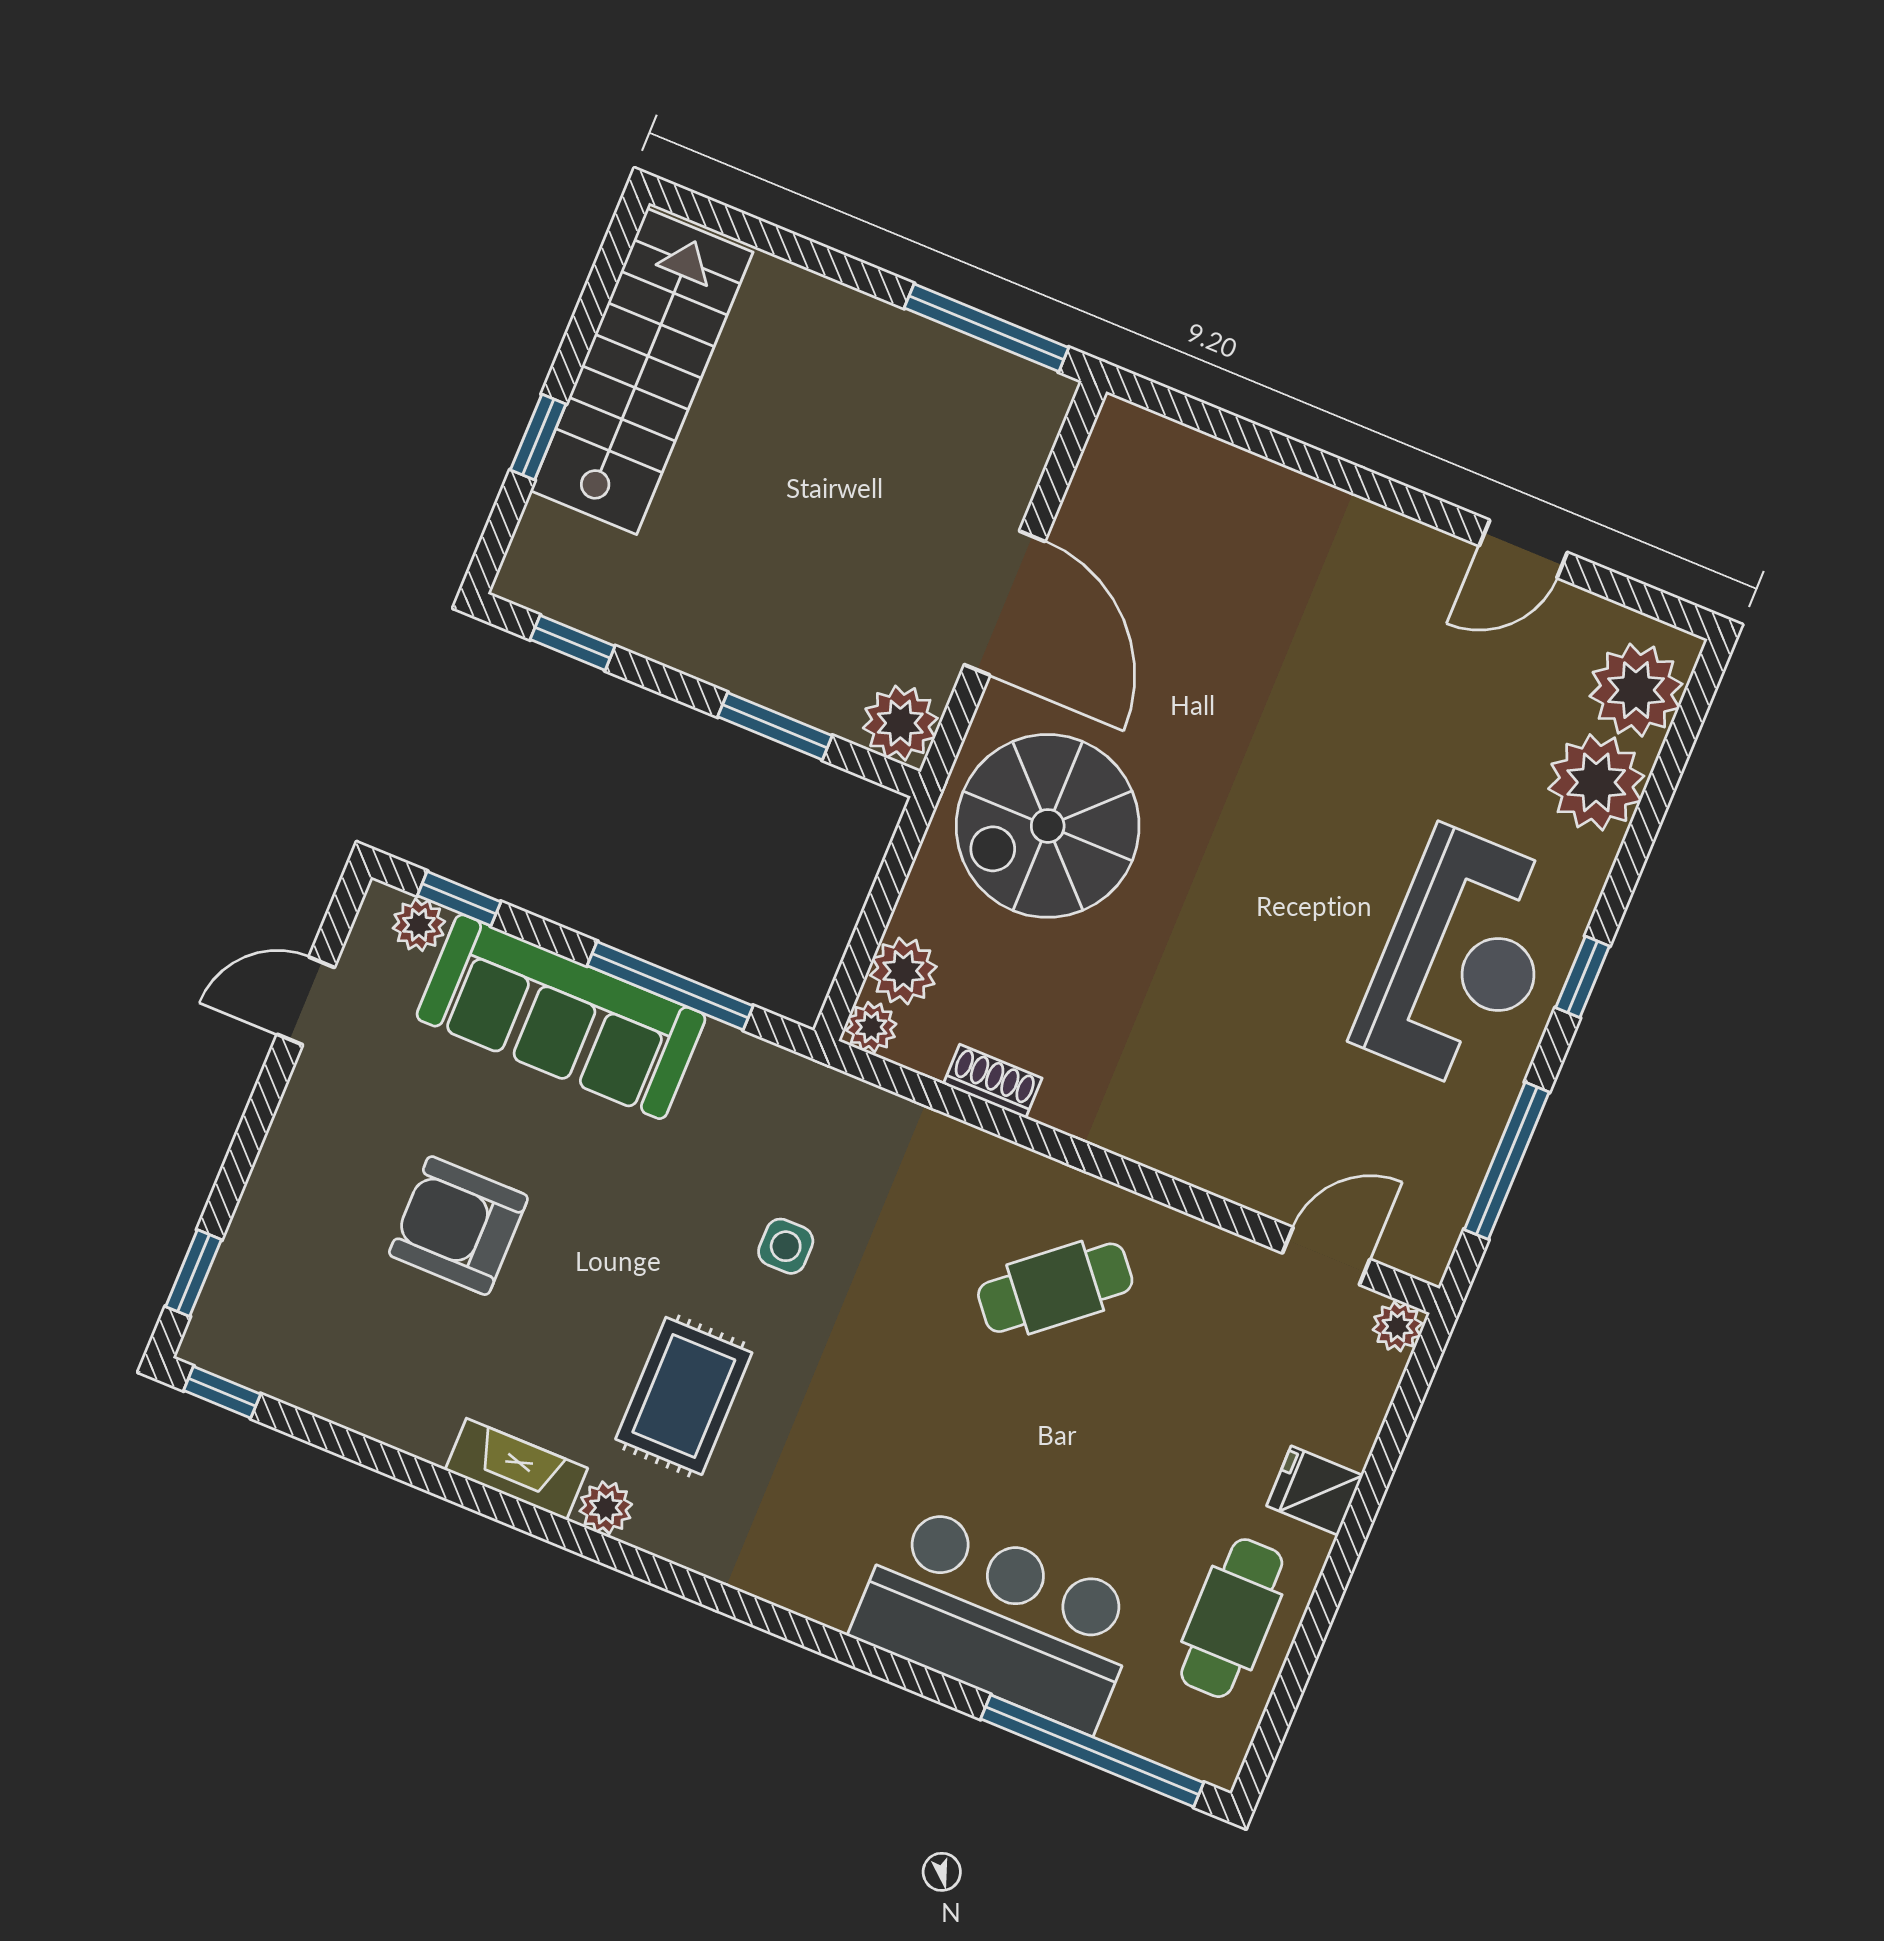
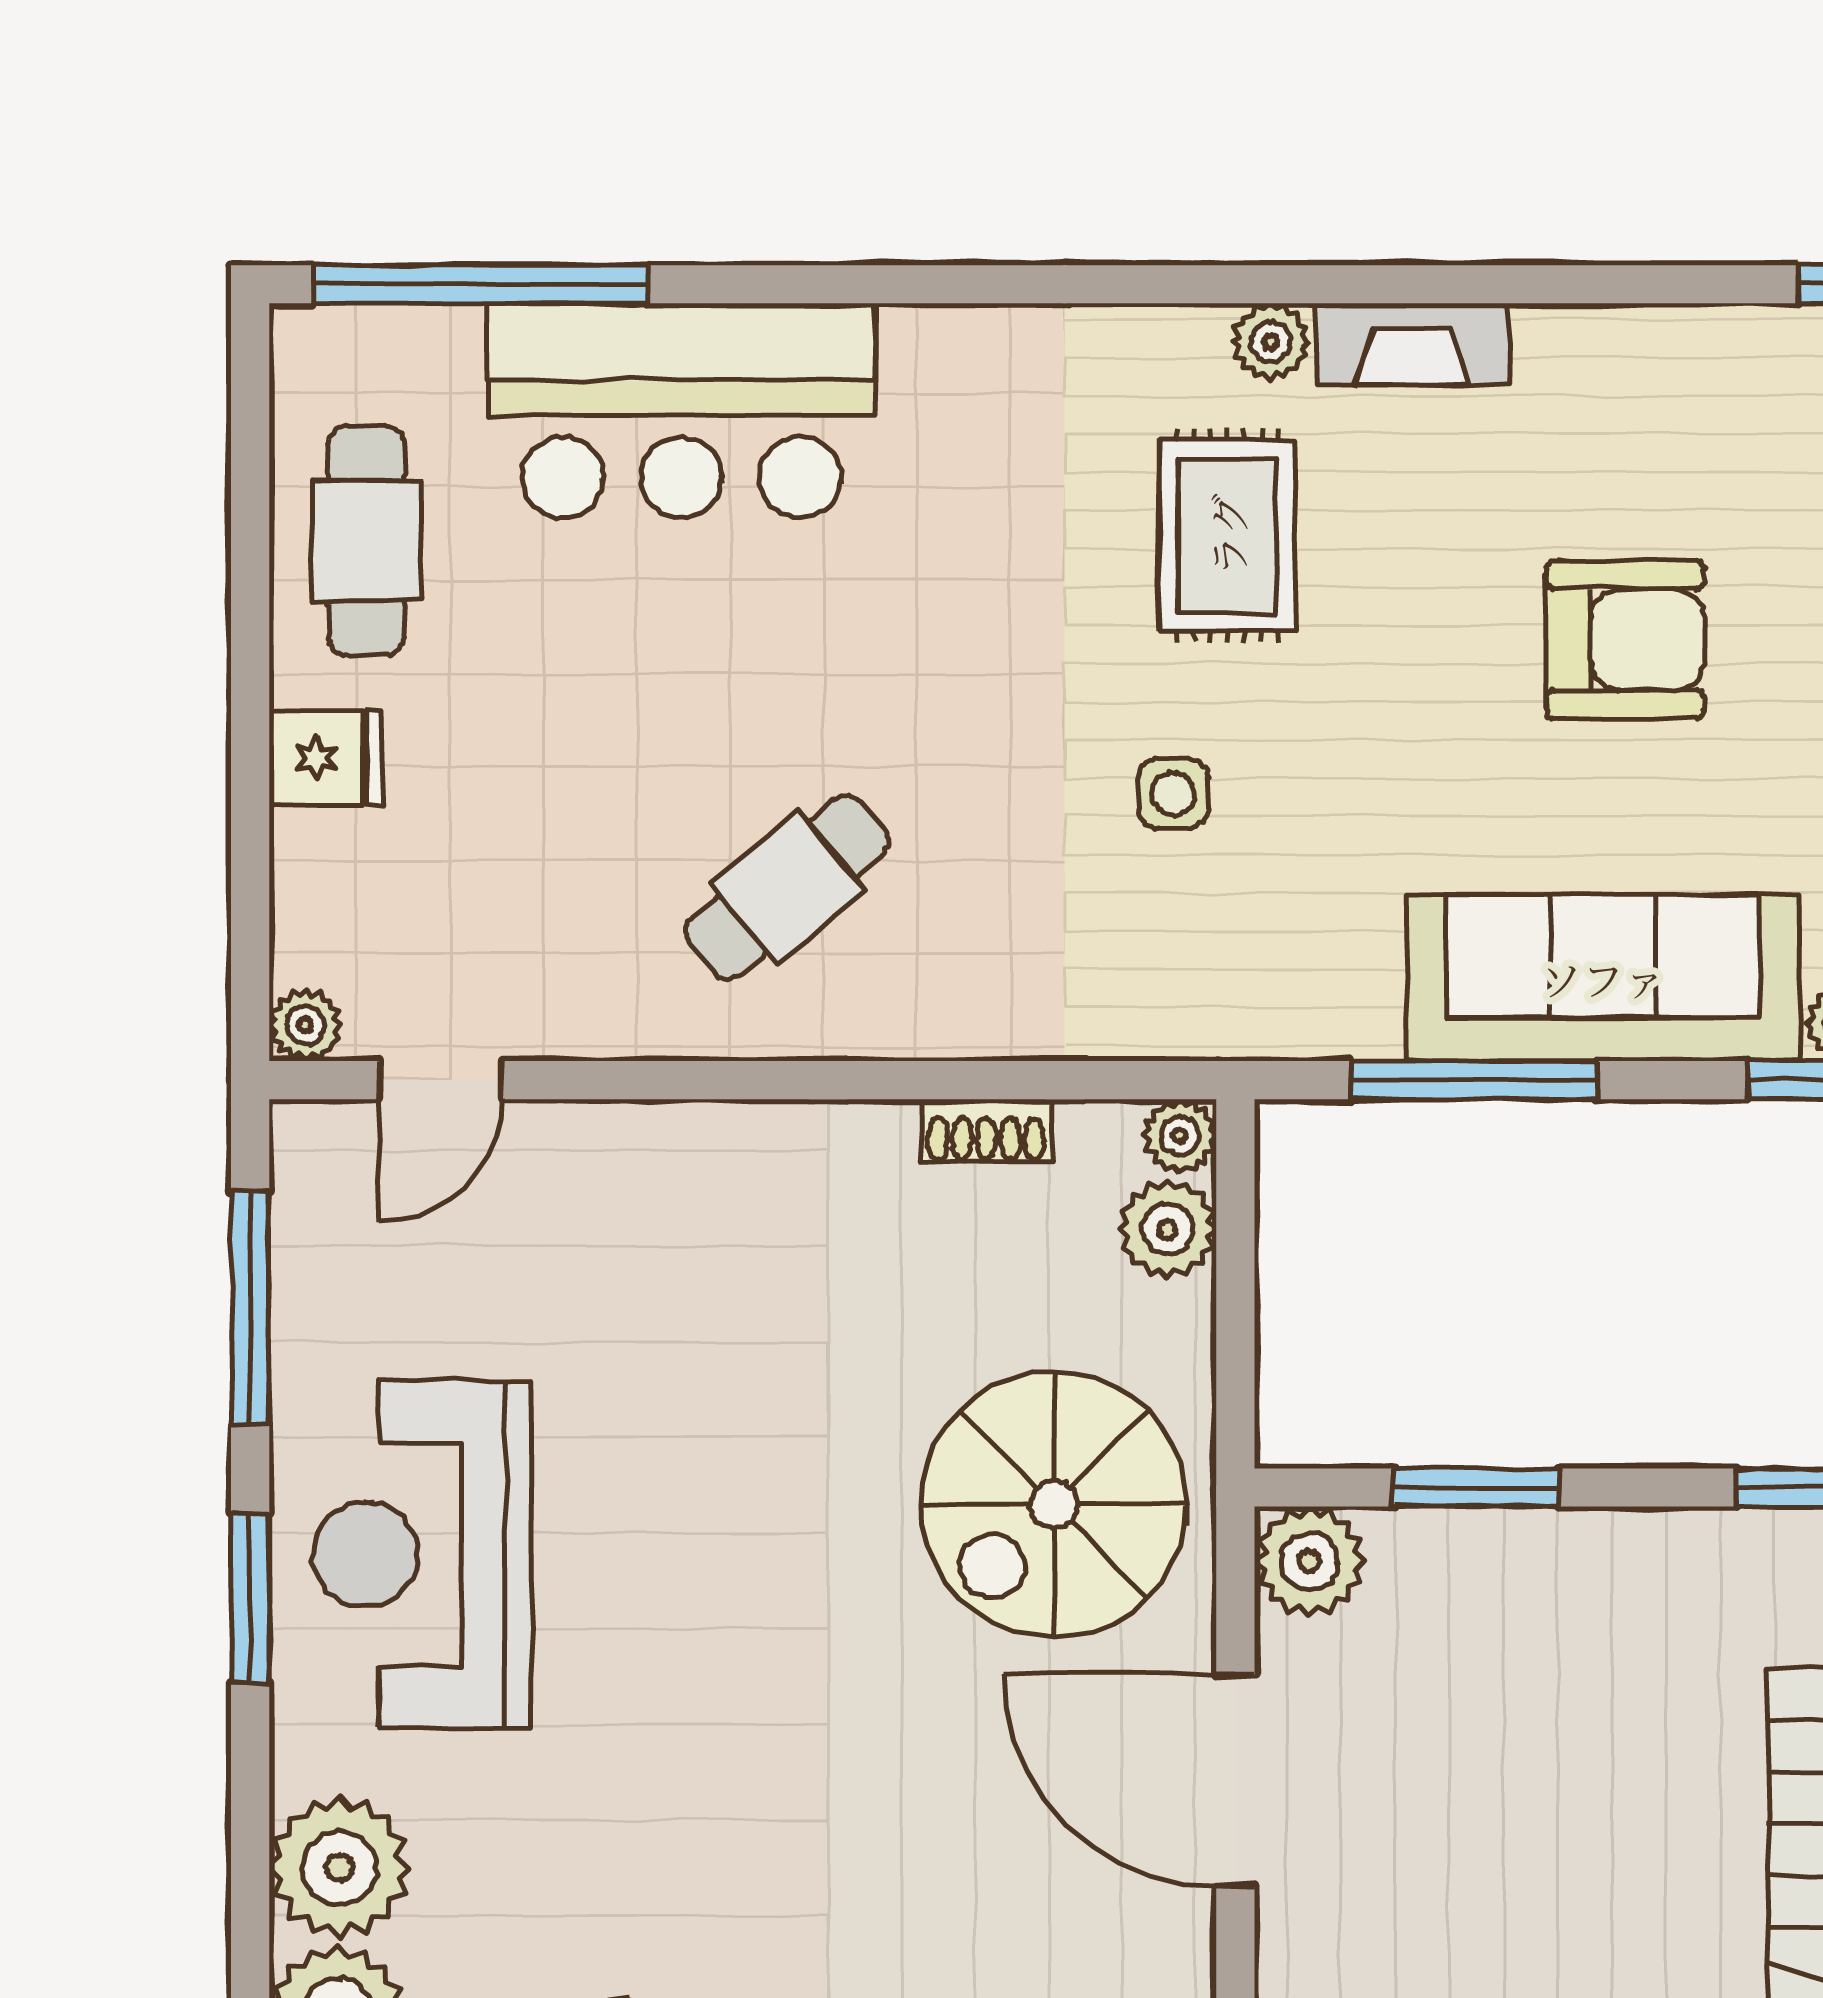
spiral stairs: (1048, 826) -> (1054, 1505), turned 180
window: (1583, 977) -> (250, 1598), width x1.50

